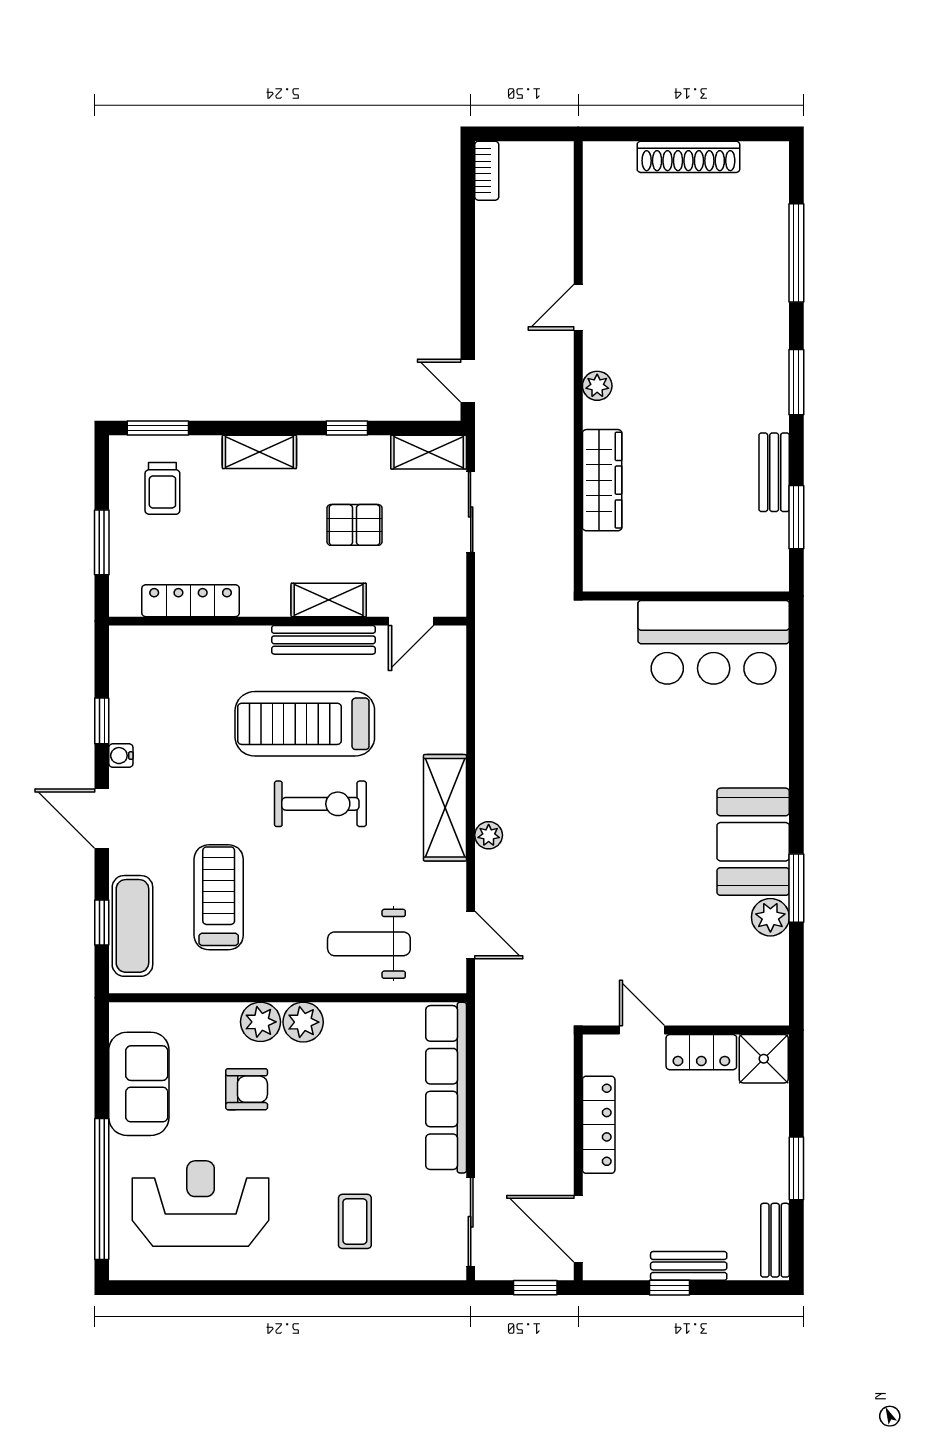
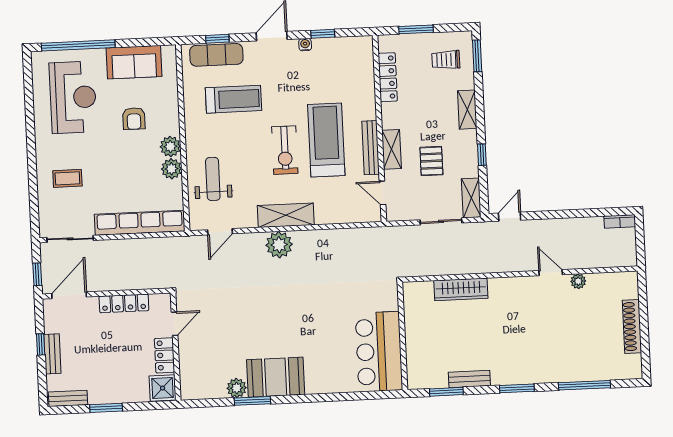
plant: (597, 386) -> (578, 281), moved
plant: (489, 835) -> (279, 245), width x1.87, depth x1.87
plant: (260, 1022) -> (171, 169), moved

